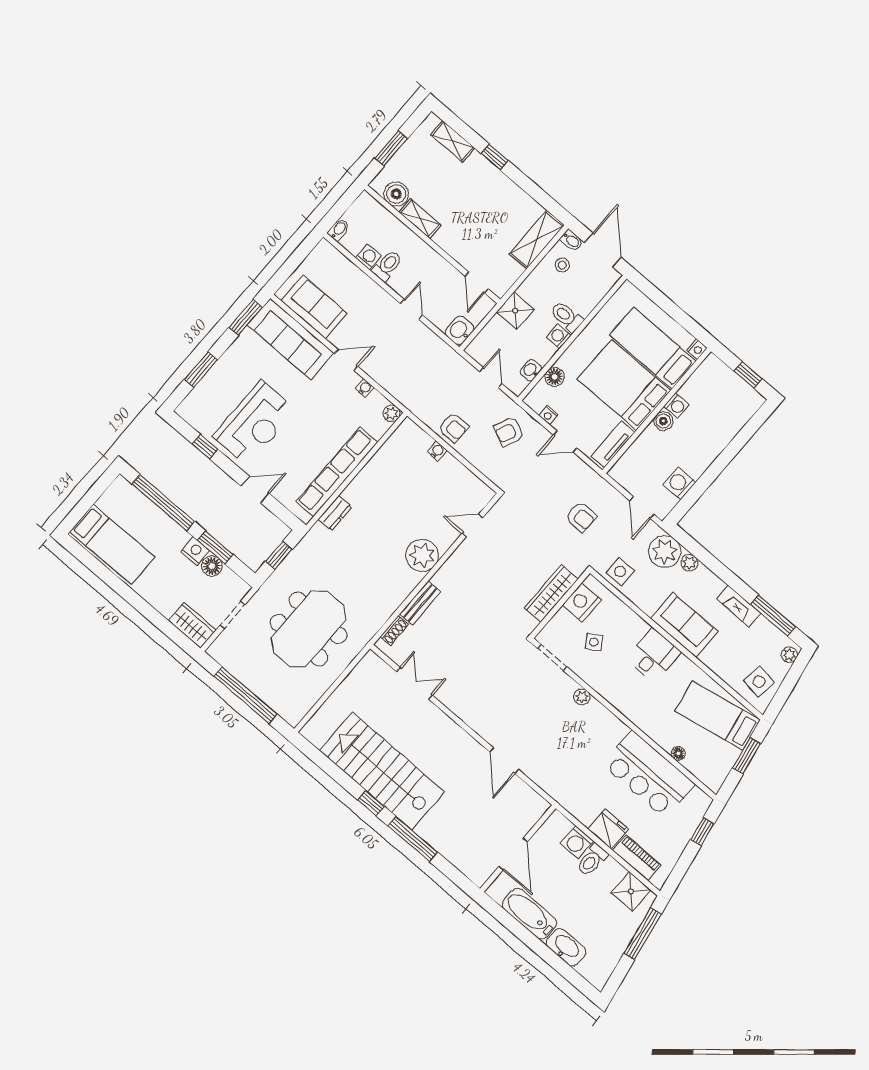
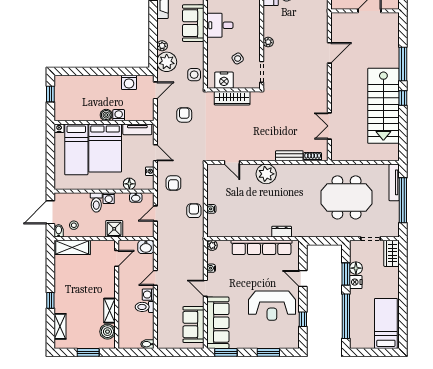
washing machine: (368, 257) -> (148, 295), moved
washing machine: (676, 406) -> (119, 115), moved
reception desk: (254, 423) -> (272, 306), turned 180
armchair: (509, 432) -> (173, 183), turned 65
window: (279, 555) -> (324, 241), removed
tv unit: (277, 703) -> (394, 182), added

